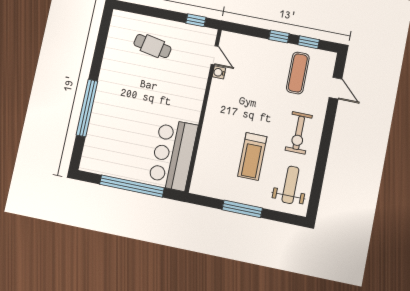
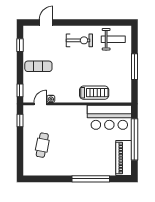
window: (279, 36) -> (20, 90), moved
exercise mat: (298, 73) -> (38, 66), moved
treadmill: (252, 156) -> (94, 93), moved
piano: (107, 164) -> (124, 158), added
weight bench: (290, 185) -> (113, 39), turned 180

